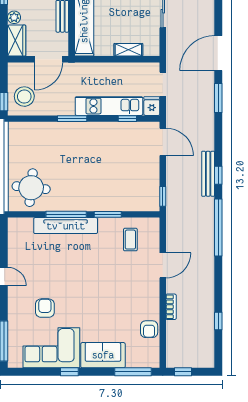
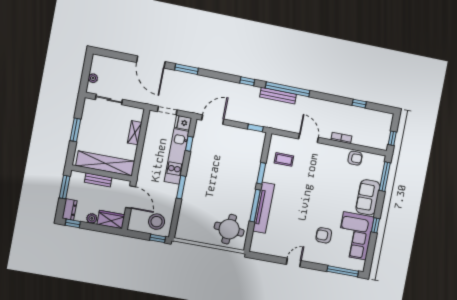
bench: (208, 174) -> (278, 96), moved

